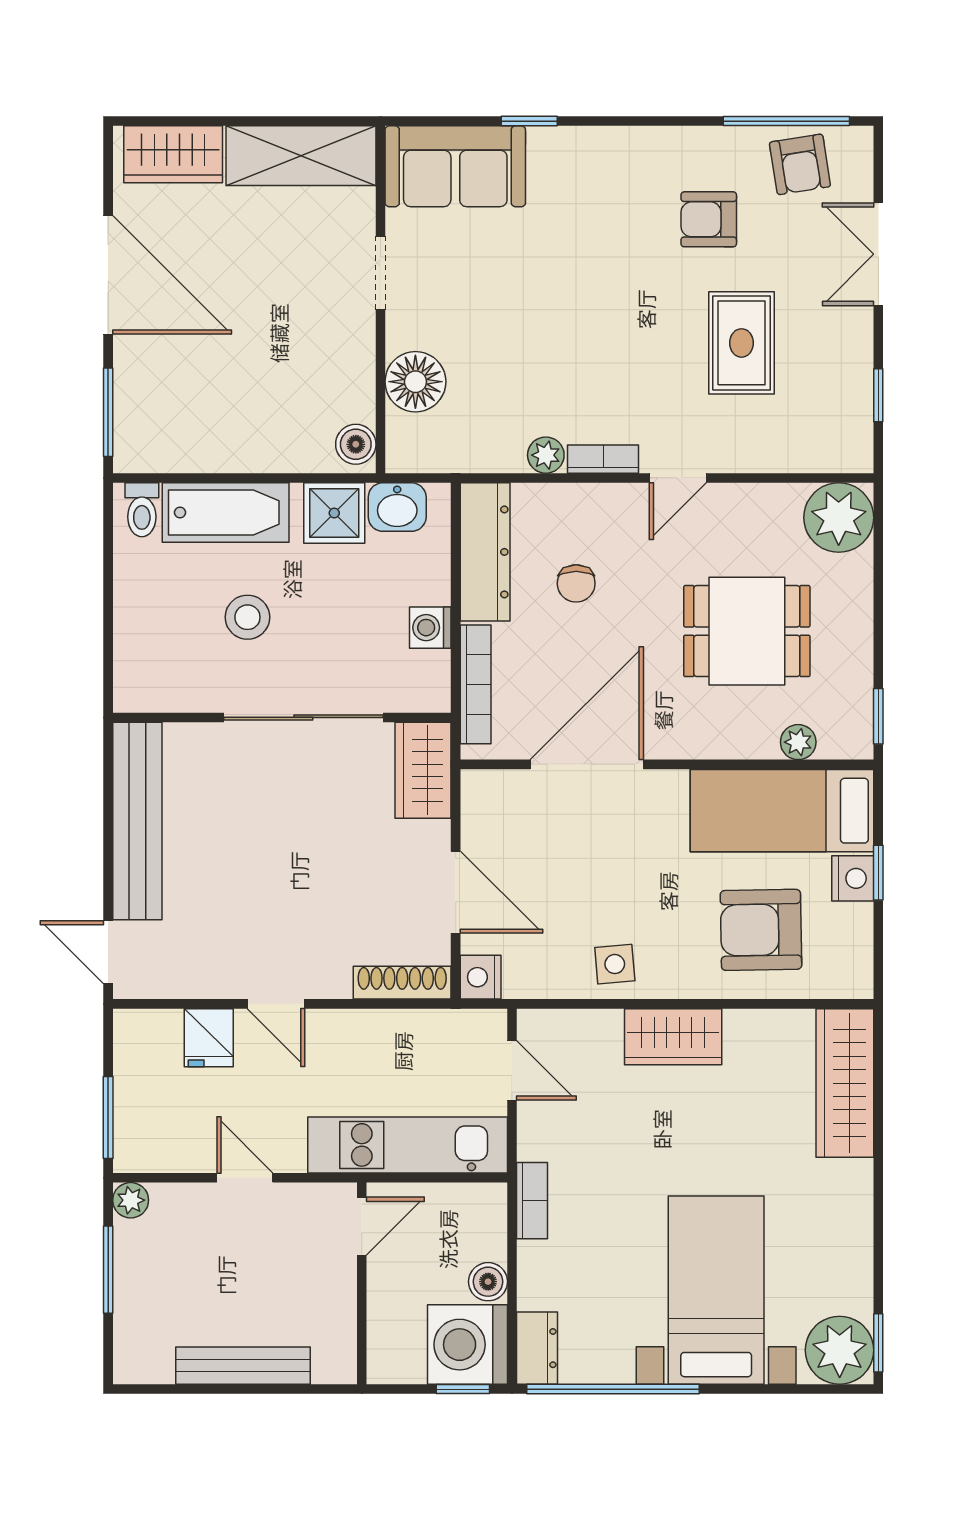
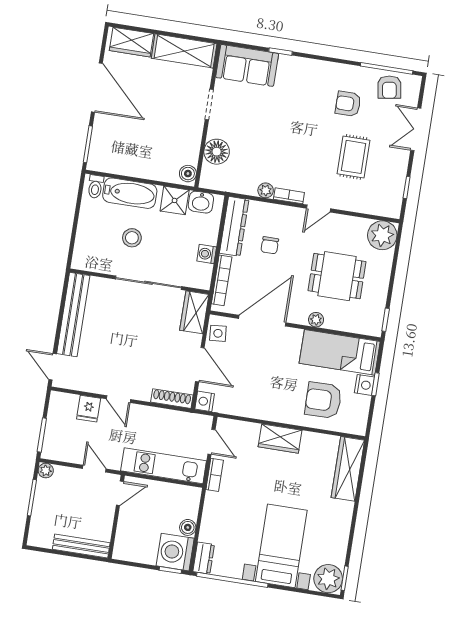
plant: (798, 742) -> (316, 320), moved
side table: (615, 964) -> (218, 333), moved
bookcase: (532, 1201) -> (215, 475), moved
door: (362, 1226) -> (120, 493), moved
wall: (362, 1283) -> (116, 517), moved

